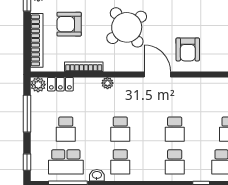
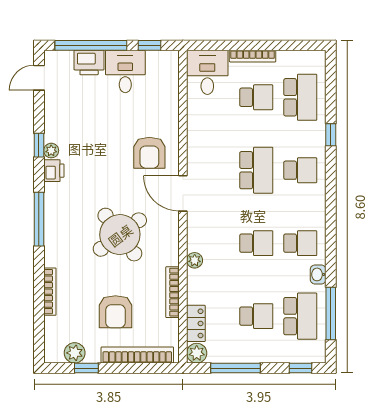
armchair: (188, 49) -> (149, 153), turned 90
door: (157, 74) -> (183, 193), hinge flipped
school desk: (175, 129) -> (256, 170), width x1.85

